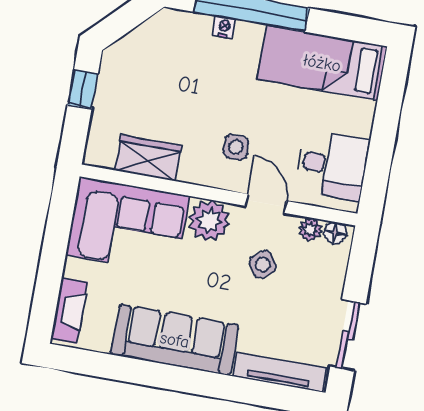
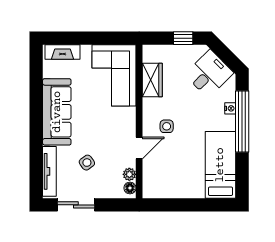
desk: (332, 165) -> (209, 74), moved, turned -135
plant: (209, 221) -> (124, 119), removed
side table: (263, 264) -> (87, 163), moved

